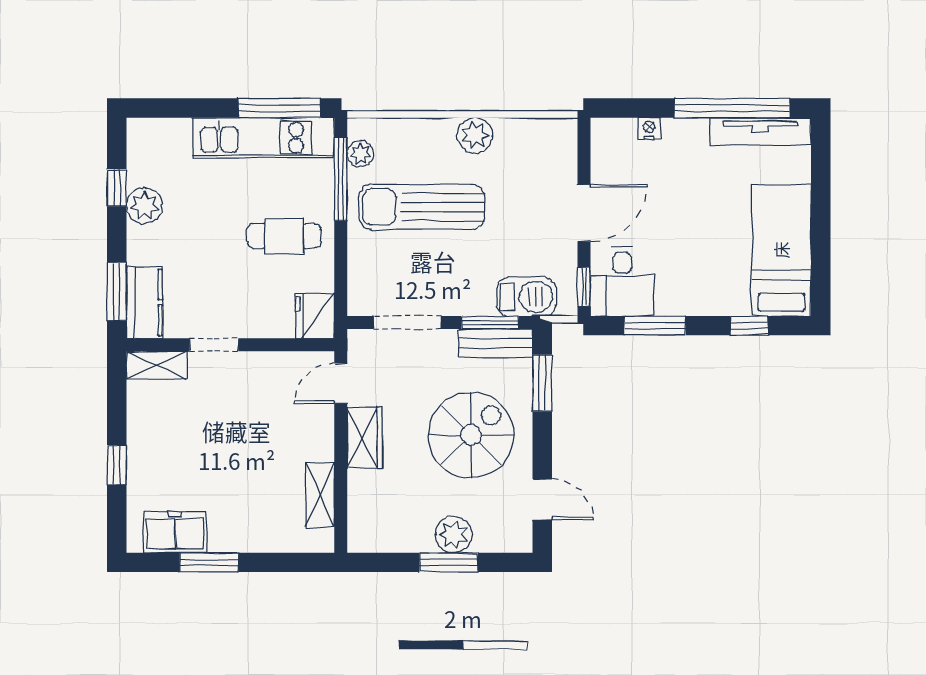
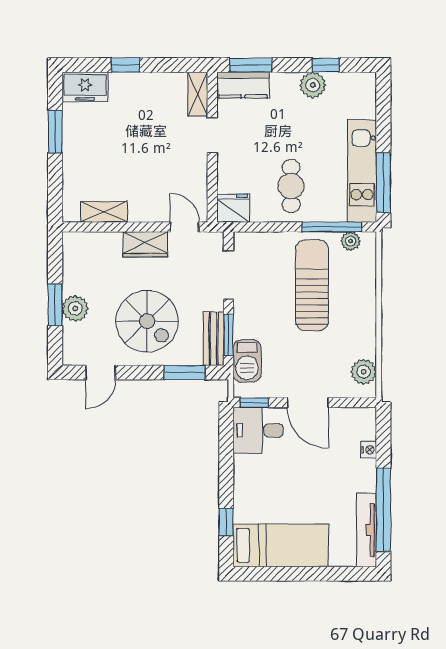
plant: (475, 135) -> (364, 372), moved
window: (655, 326) -> (226, 454), removed
freezer: (175, 532) -> (85, 87), moved, turned 90

